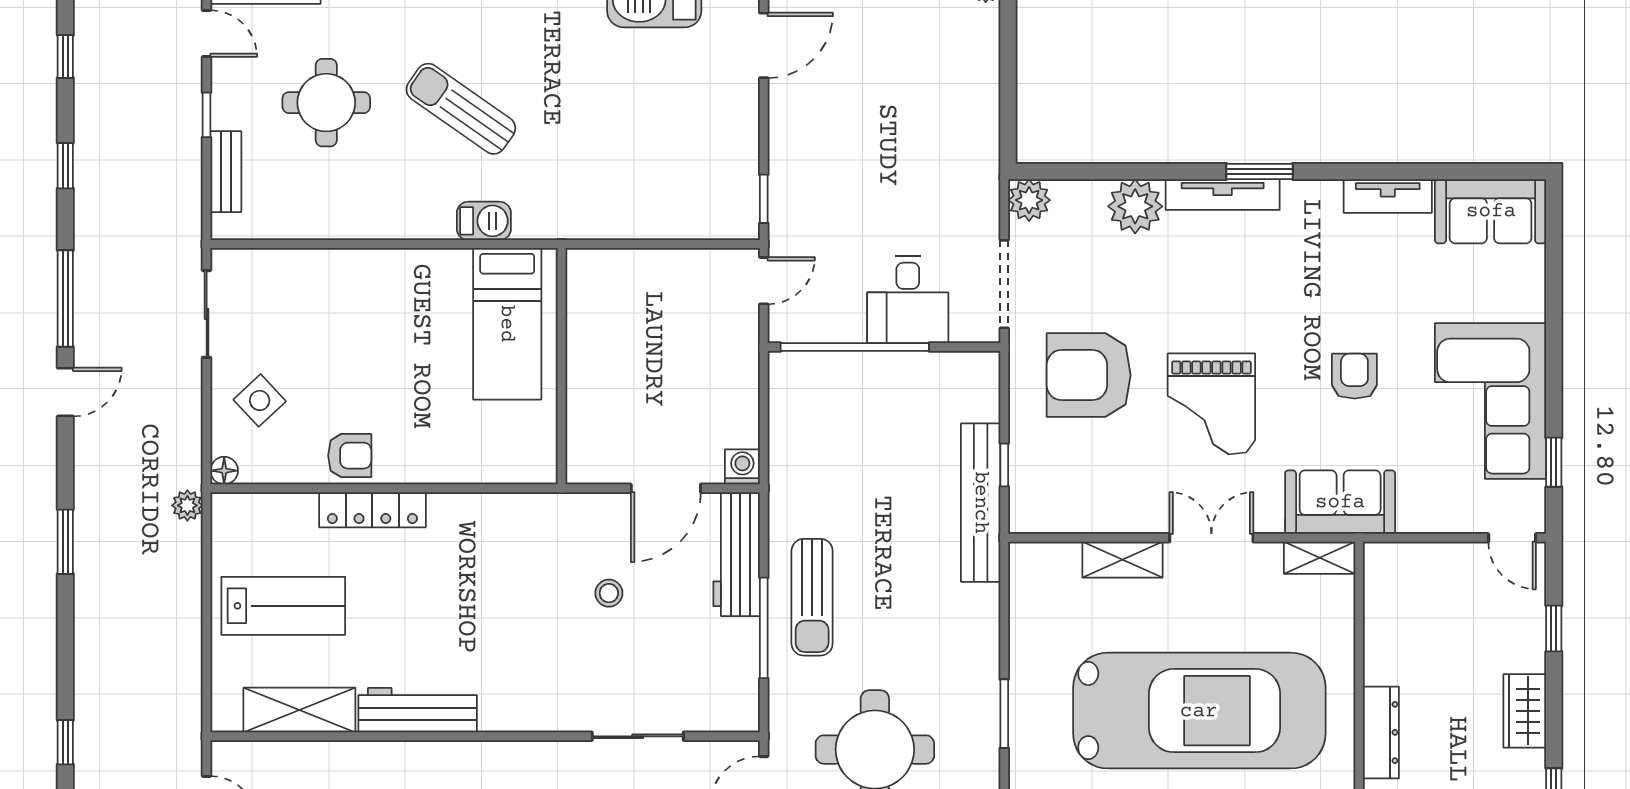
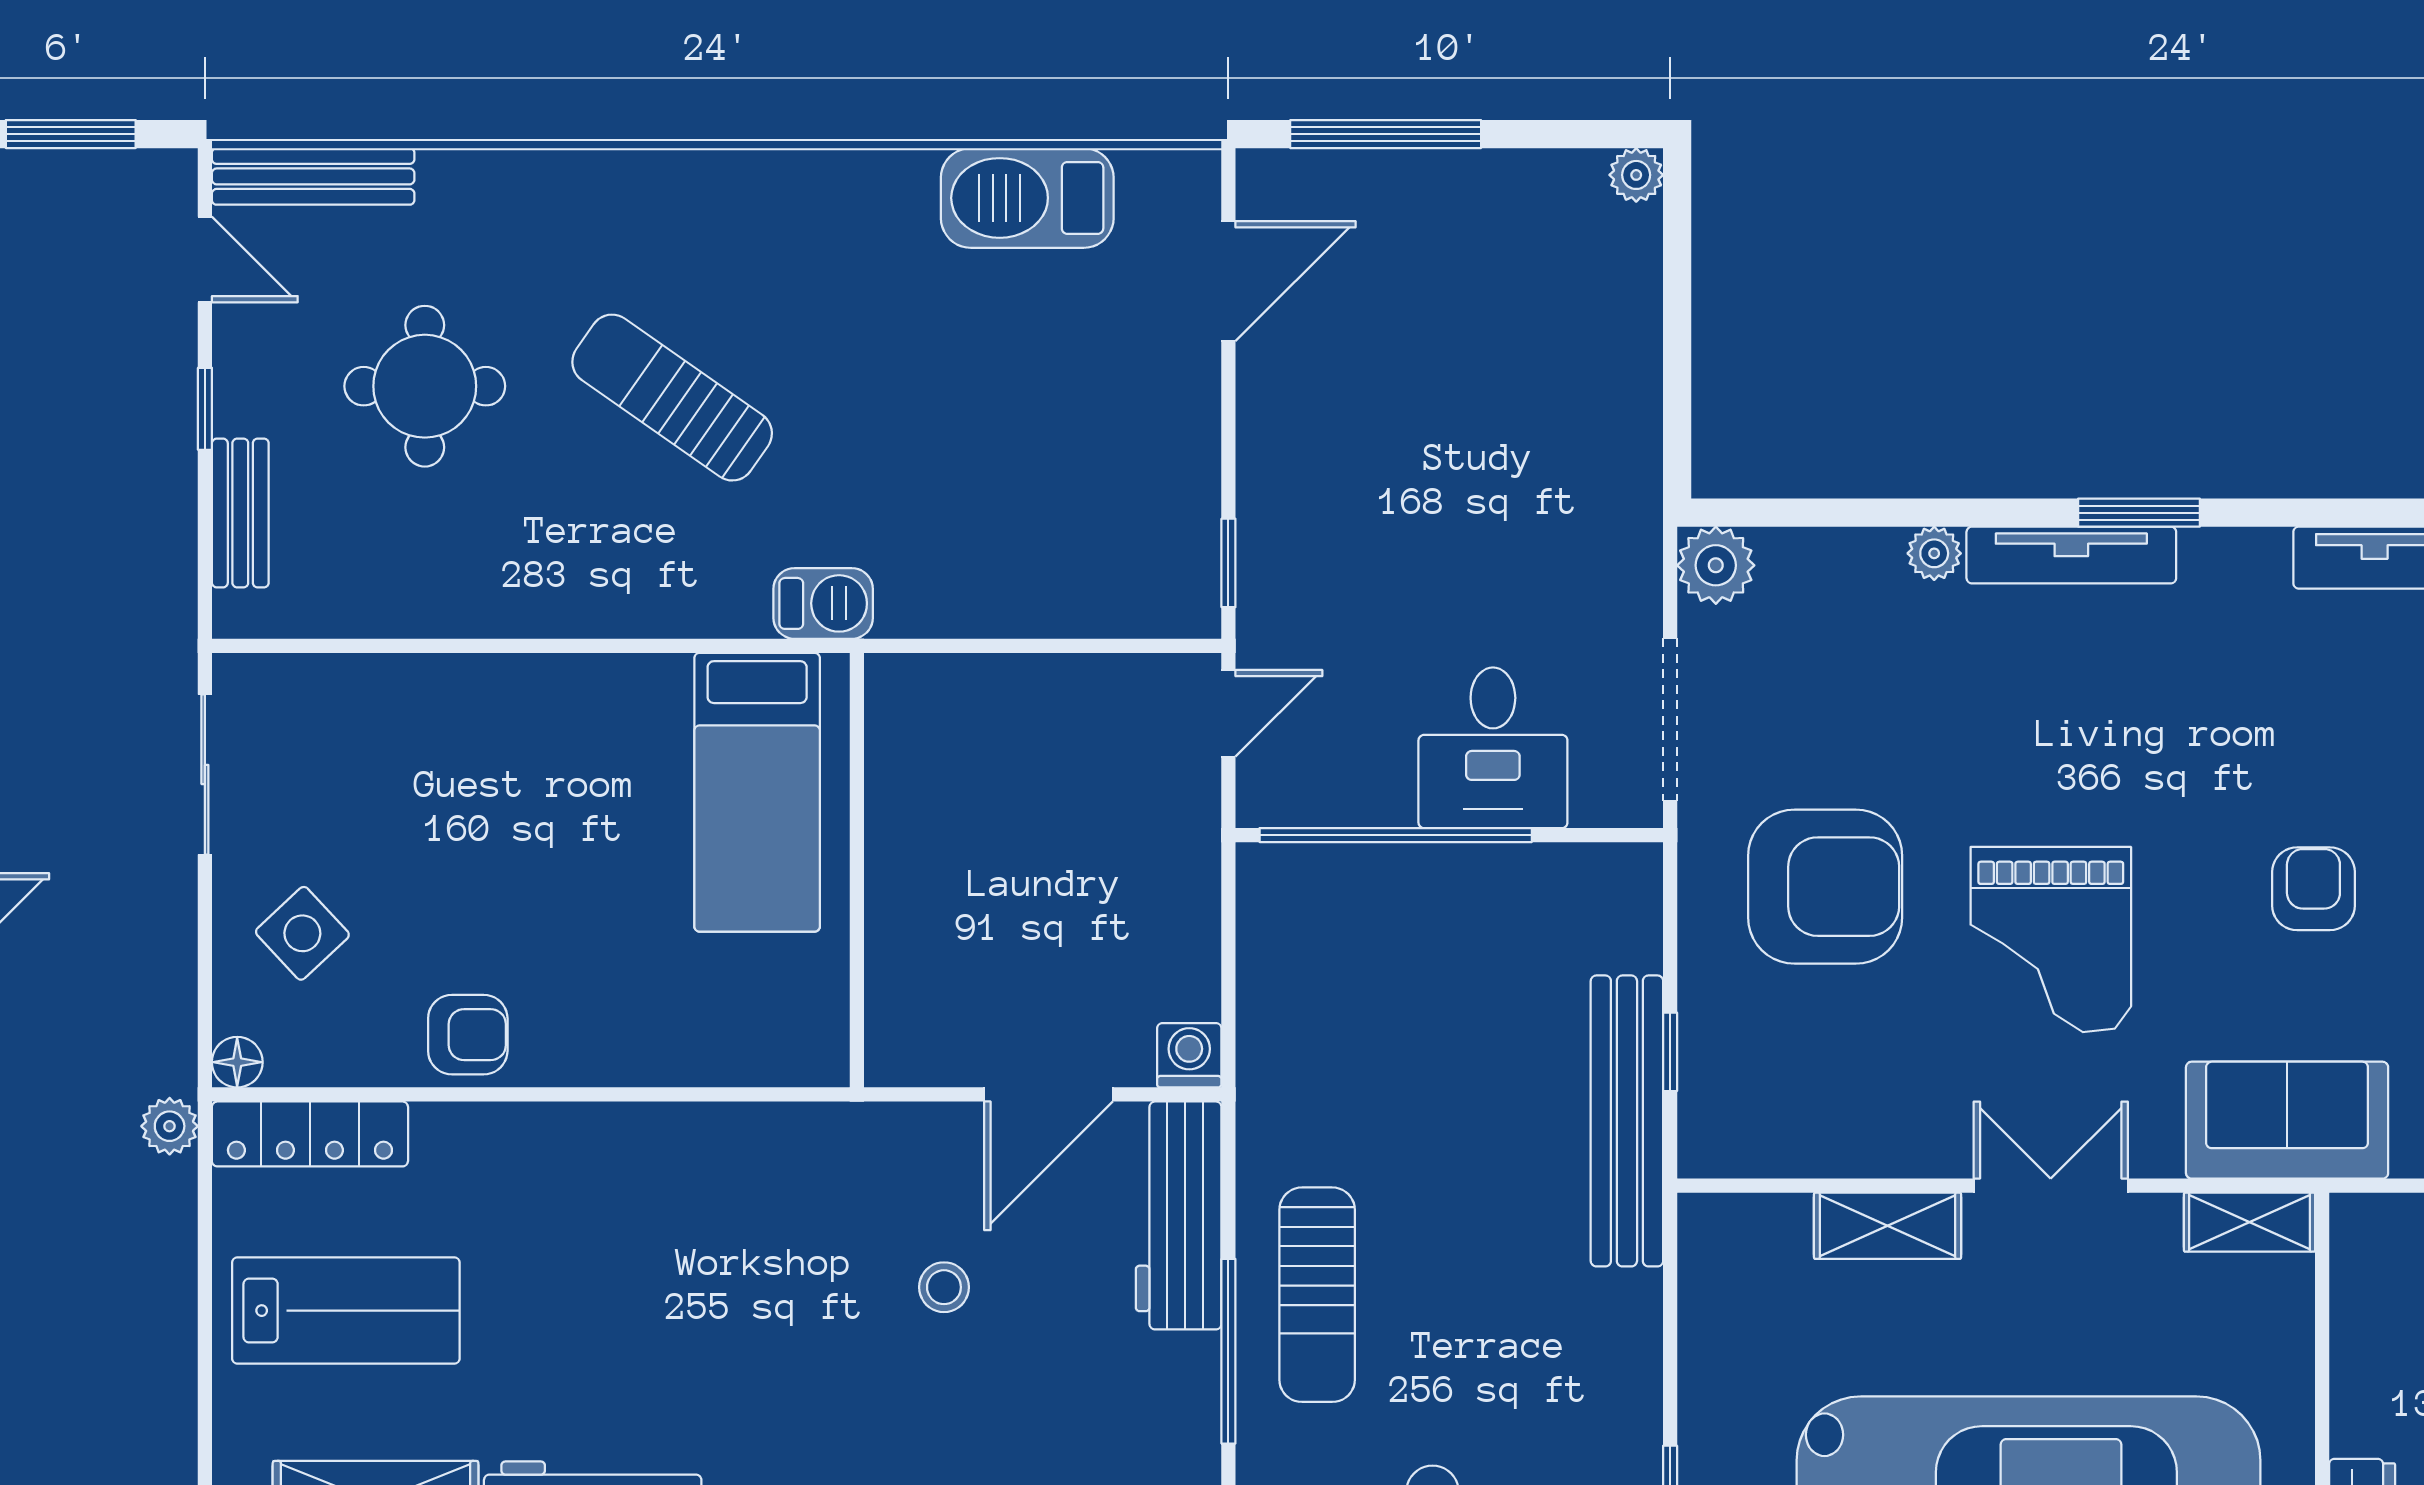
plant: (1135, 206) -> (1934, 553), width x0.53, depth x0.53
barbecue: (484, 221) -> (823, 603), moved
armchair: (1089, 375) -> (1825, 887), turned 180
locker: (372, 510) -> (310, 1134), moved

